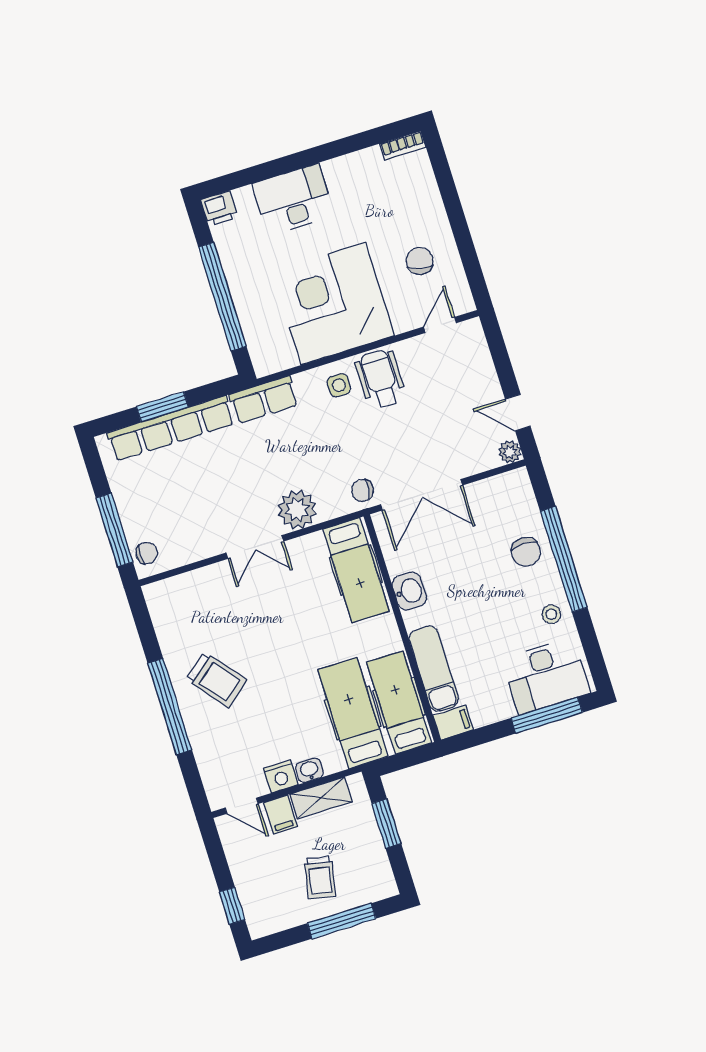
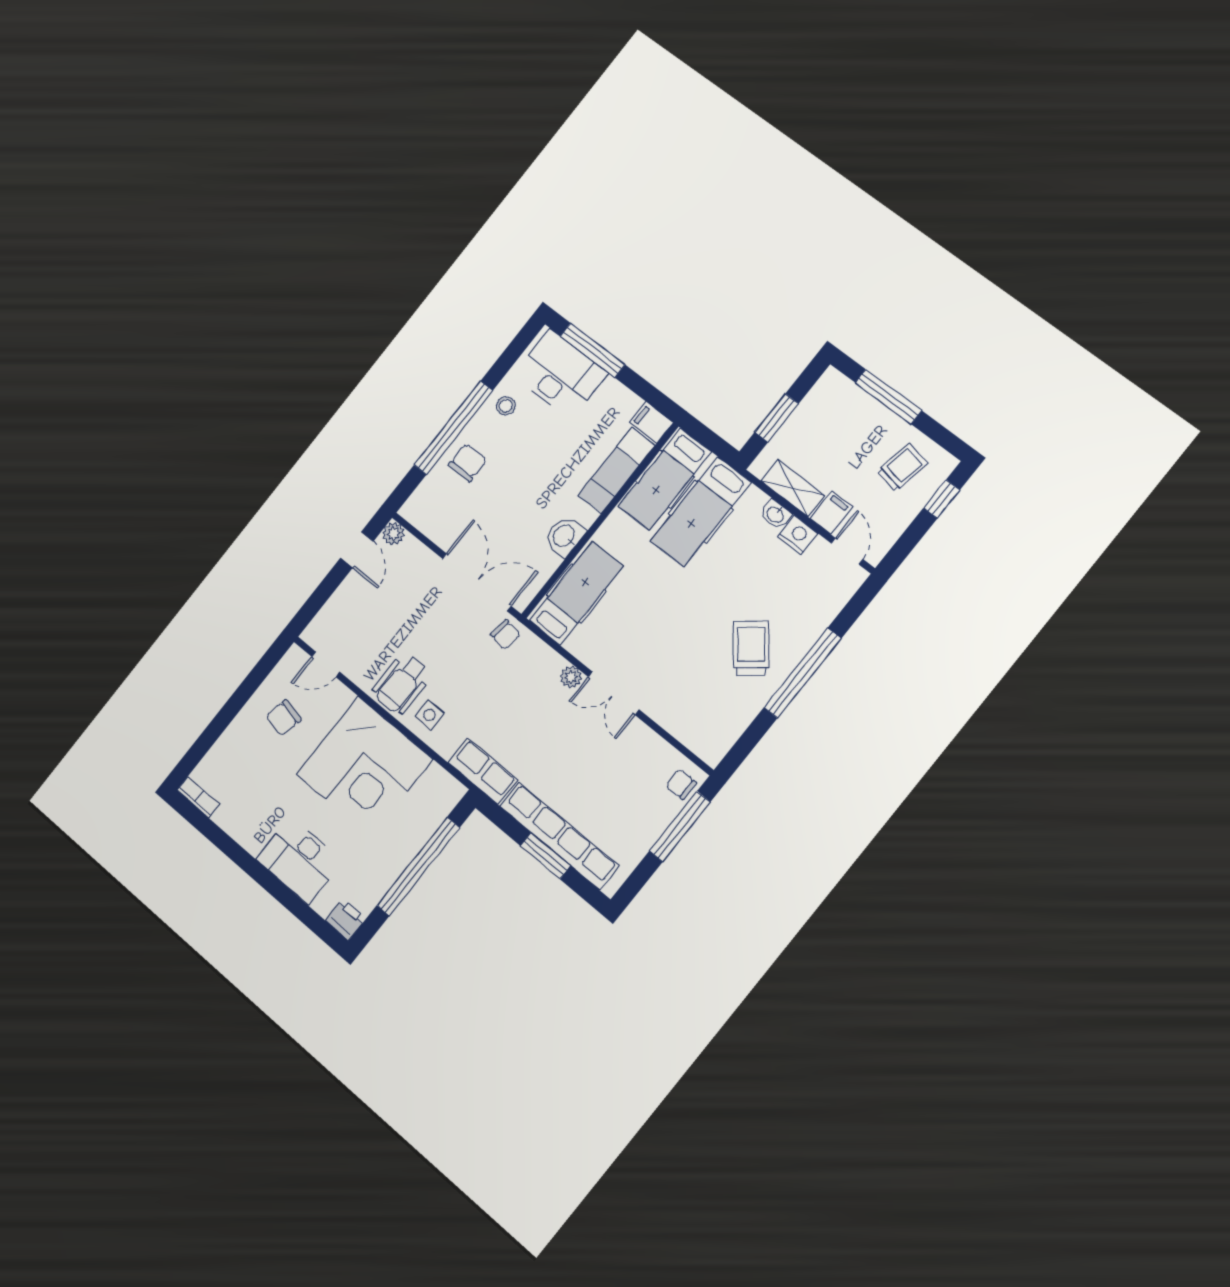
plant: (297, 510) -> (571, 677), width x0.53, depth x0.53
double door: (255, 547) -> (614, 693), swing flipped
trolley: (320, 878) -> (902, 468), moved

